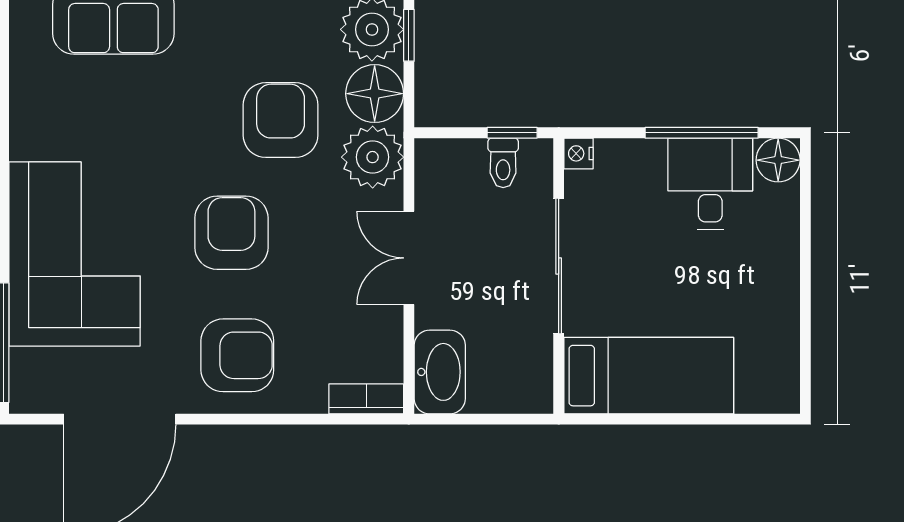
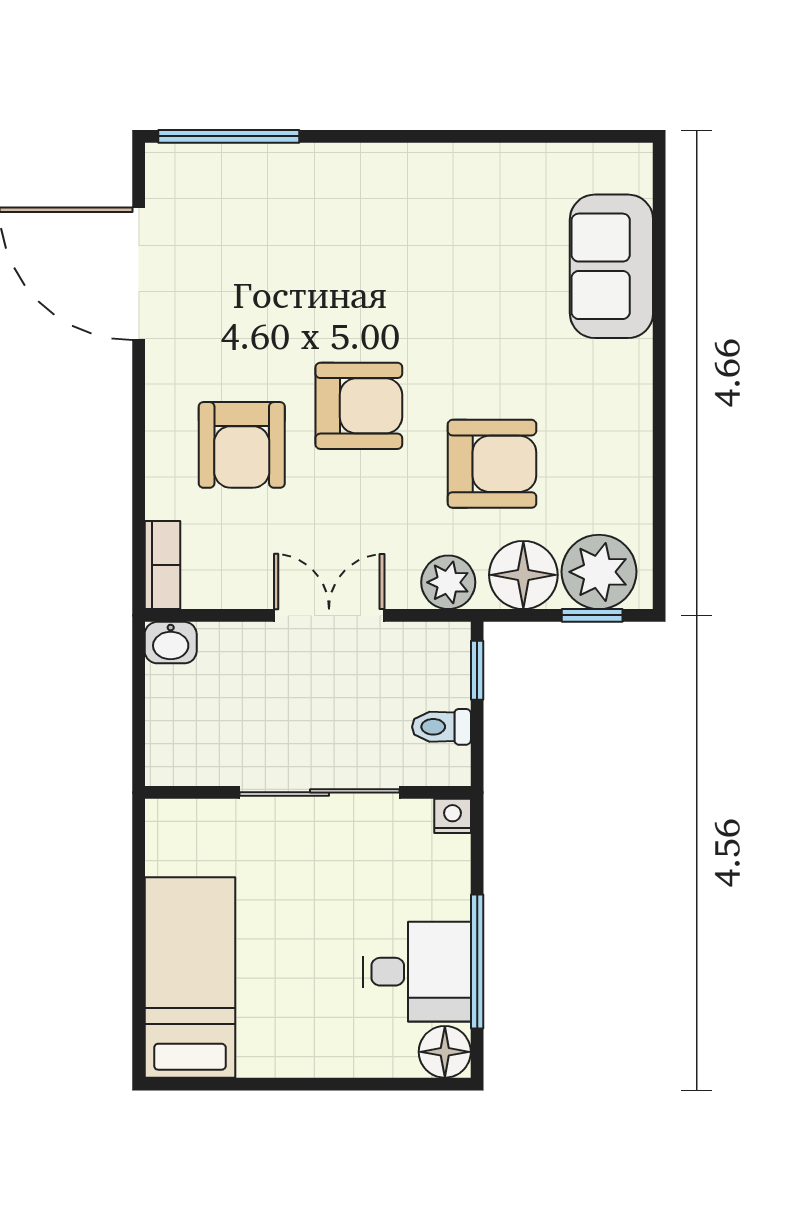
window: (512, 133) -> (477, 670), moved
plant: (373, 157) -> (448, 582), width x0.73, depth x0.73
corner sofa: (74, 254) -> (334, 220), removed
armchair: (237, 355) -> (242, 445), moved
washbasin: (440, 372) -> (171, 643), width x0.52, depth x0.69
bed: (649, 376) -> (190, 977), moved, turned 180

